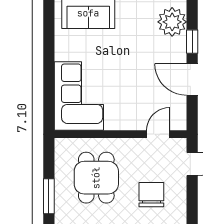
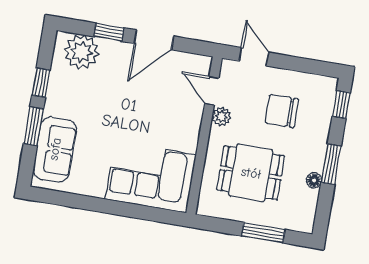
plant: (138, 146) -> (221, 117), added

